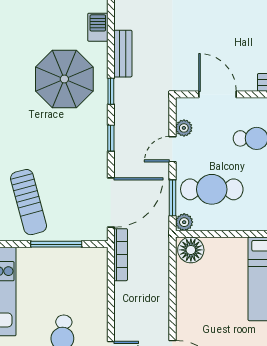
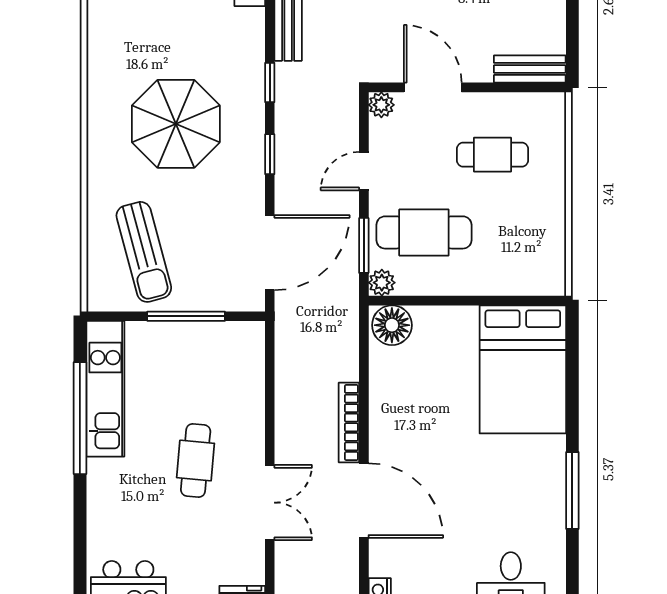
parasol: (64, 79) -> (176, 124), moved
plant: (184, 128) -> (381, 105), moved
bookcase: (121, 255) -> (349, 422), moved, turned 180

